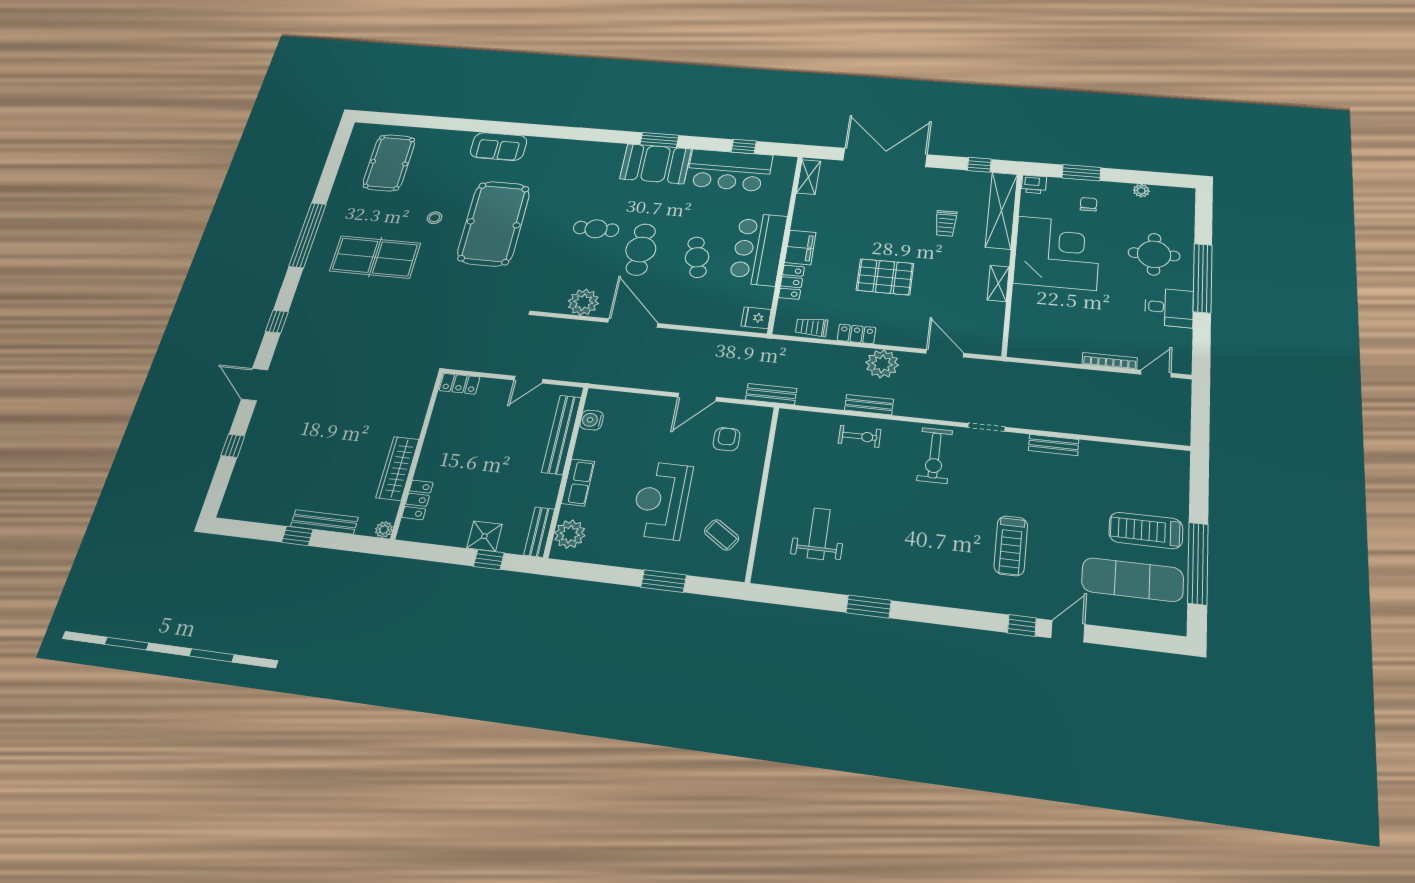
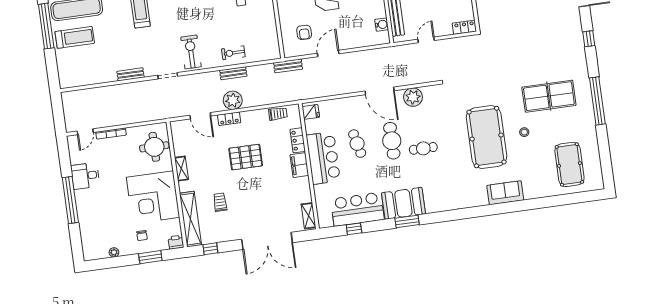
round table: (1154, 254) -> (154, 147), moved
locker: (857, 334) -> (229, 119), moved

